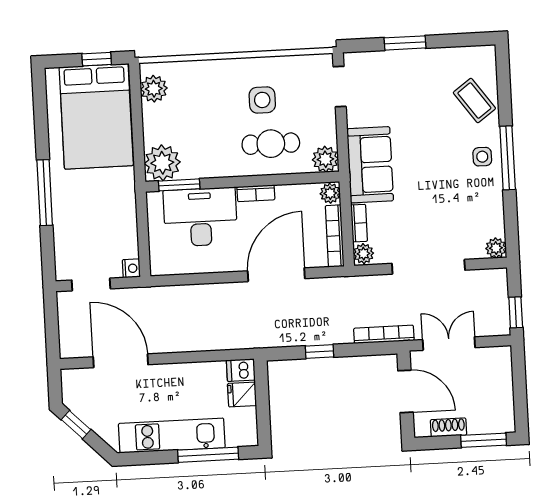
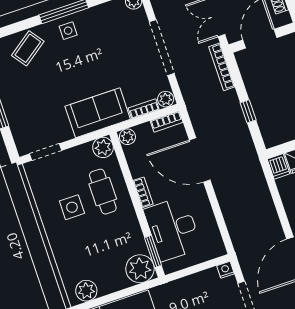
bookcase: (335, 236) -> (167, 122), width x0.64

